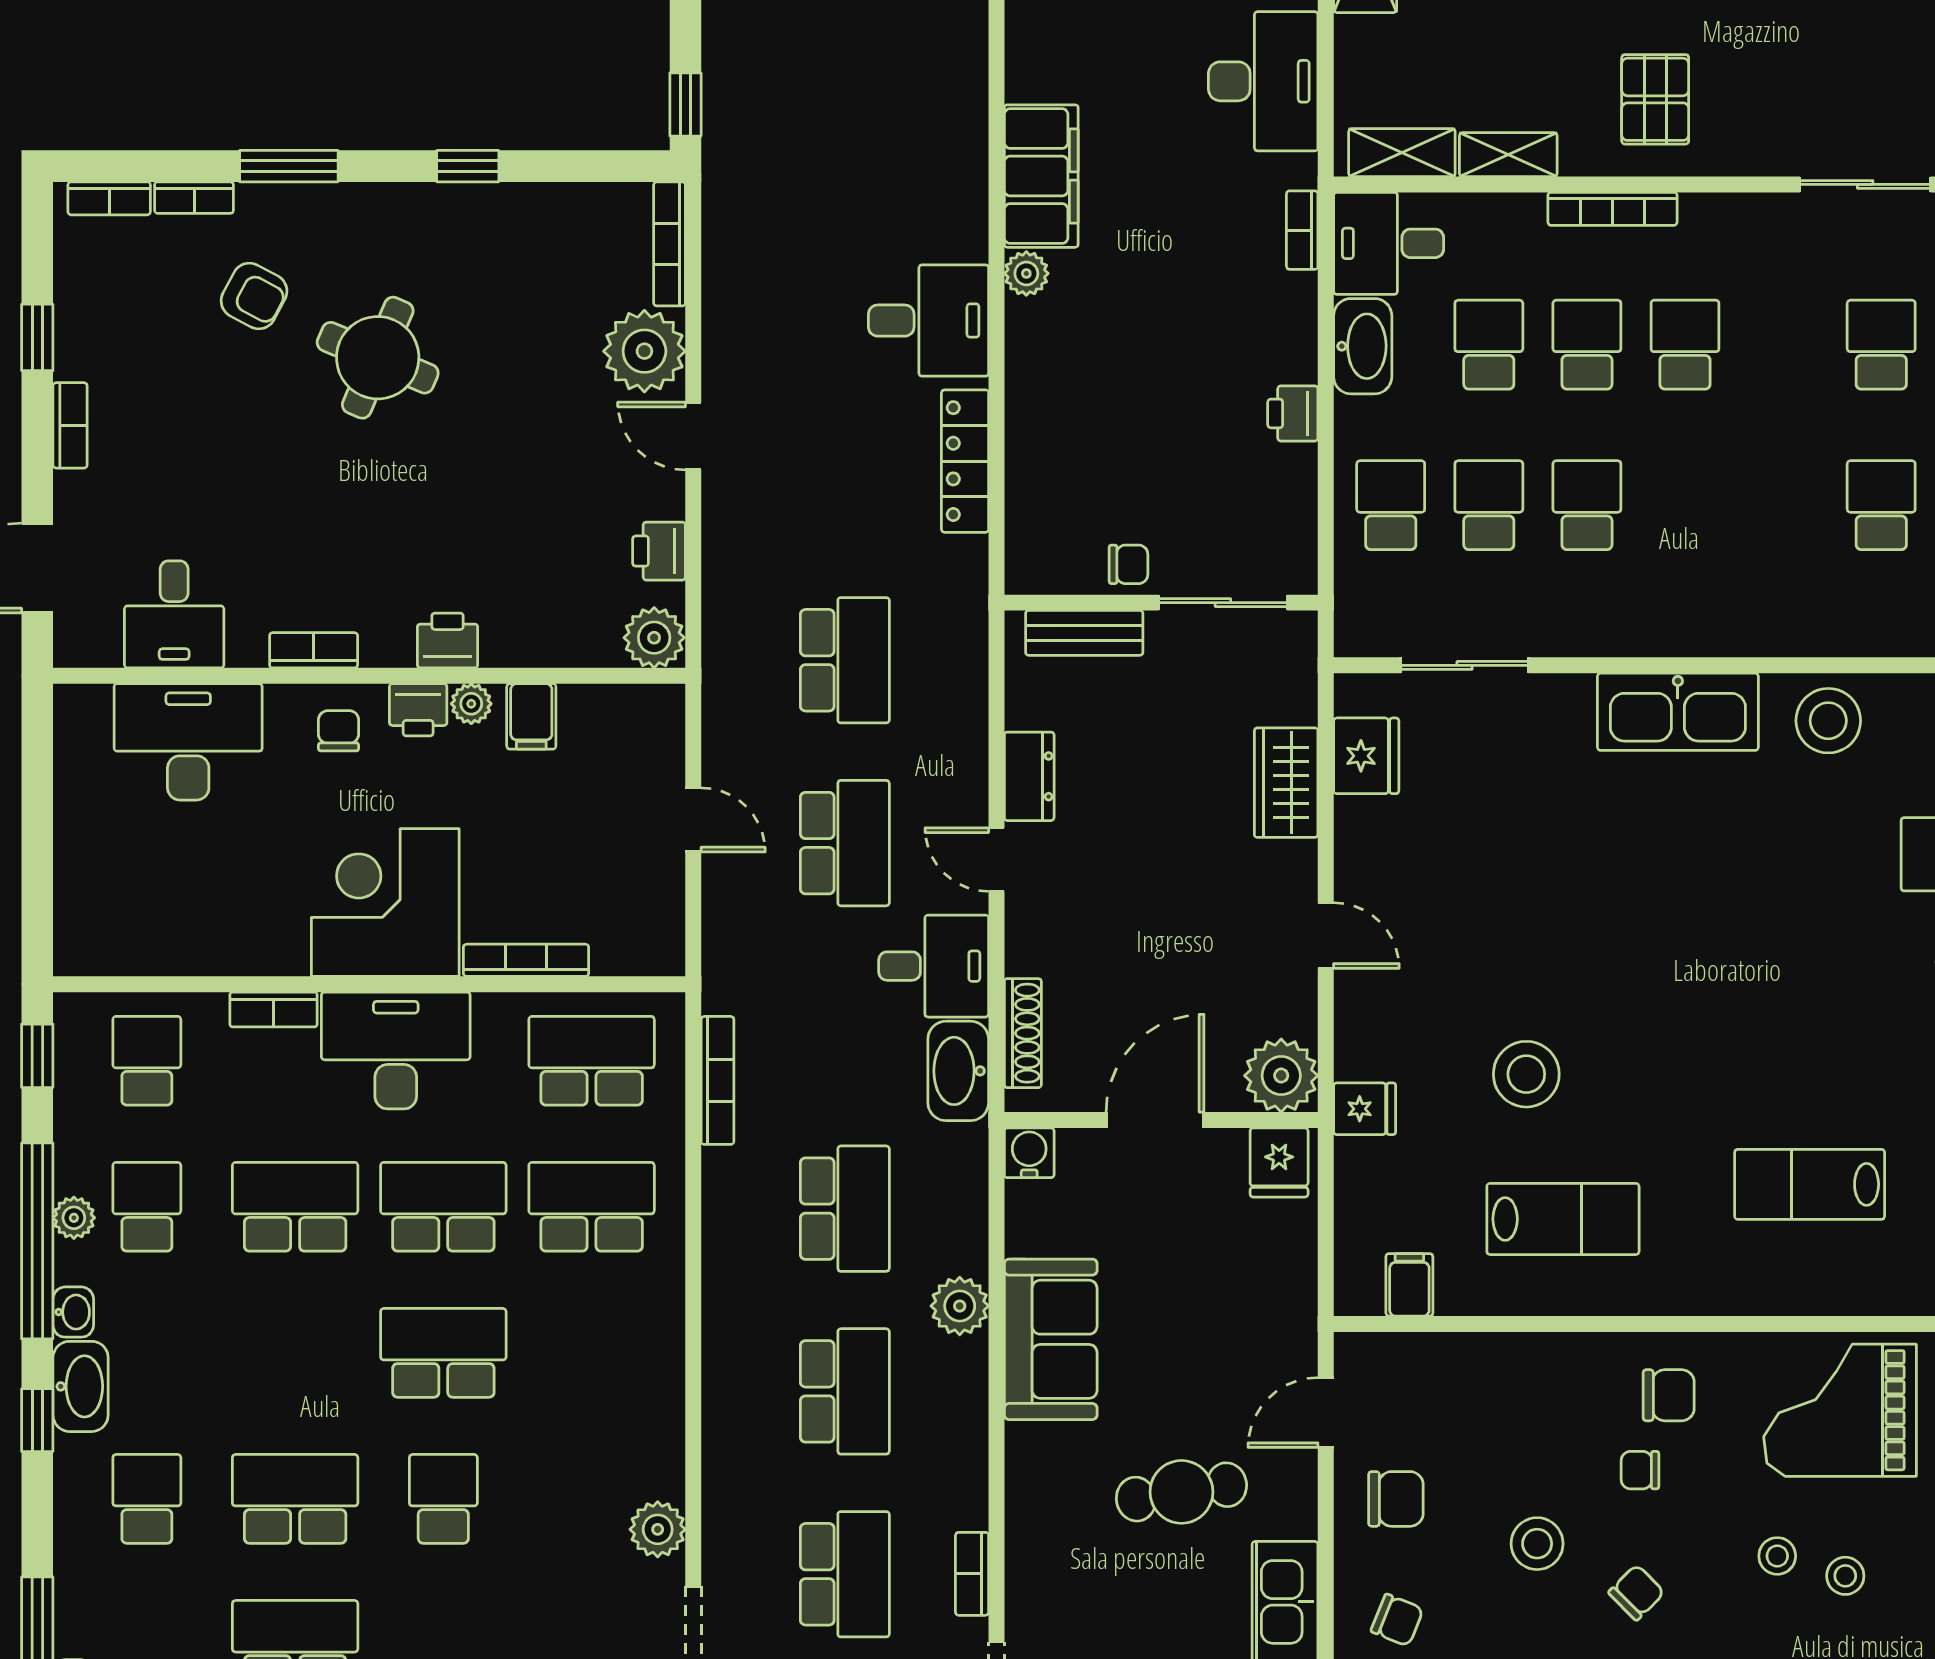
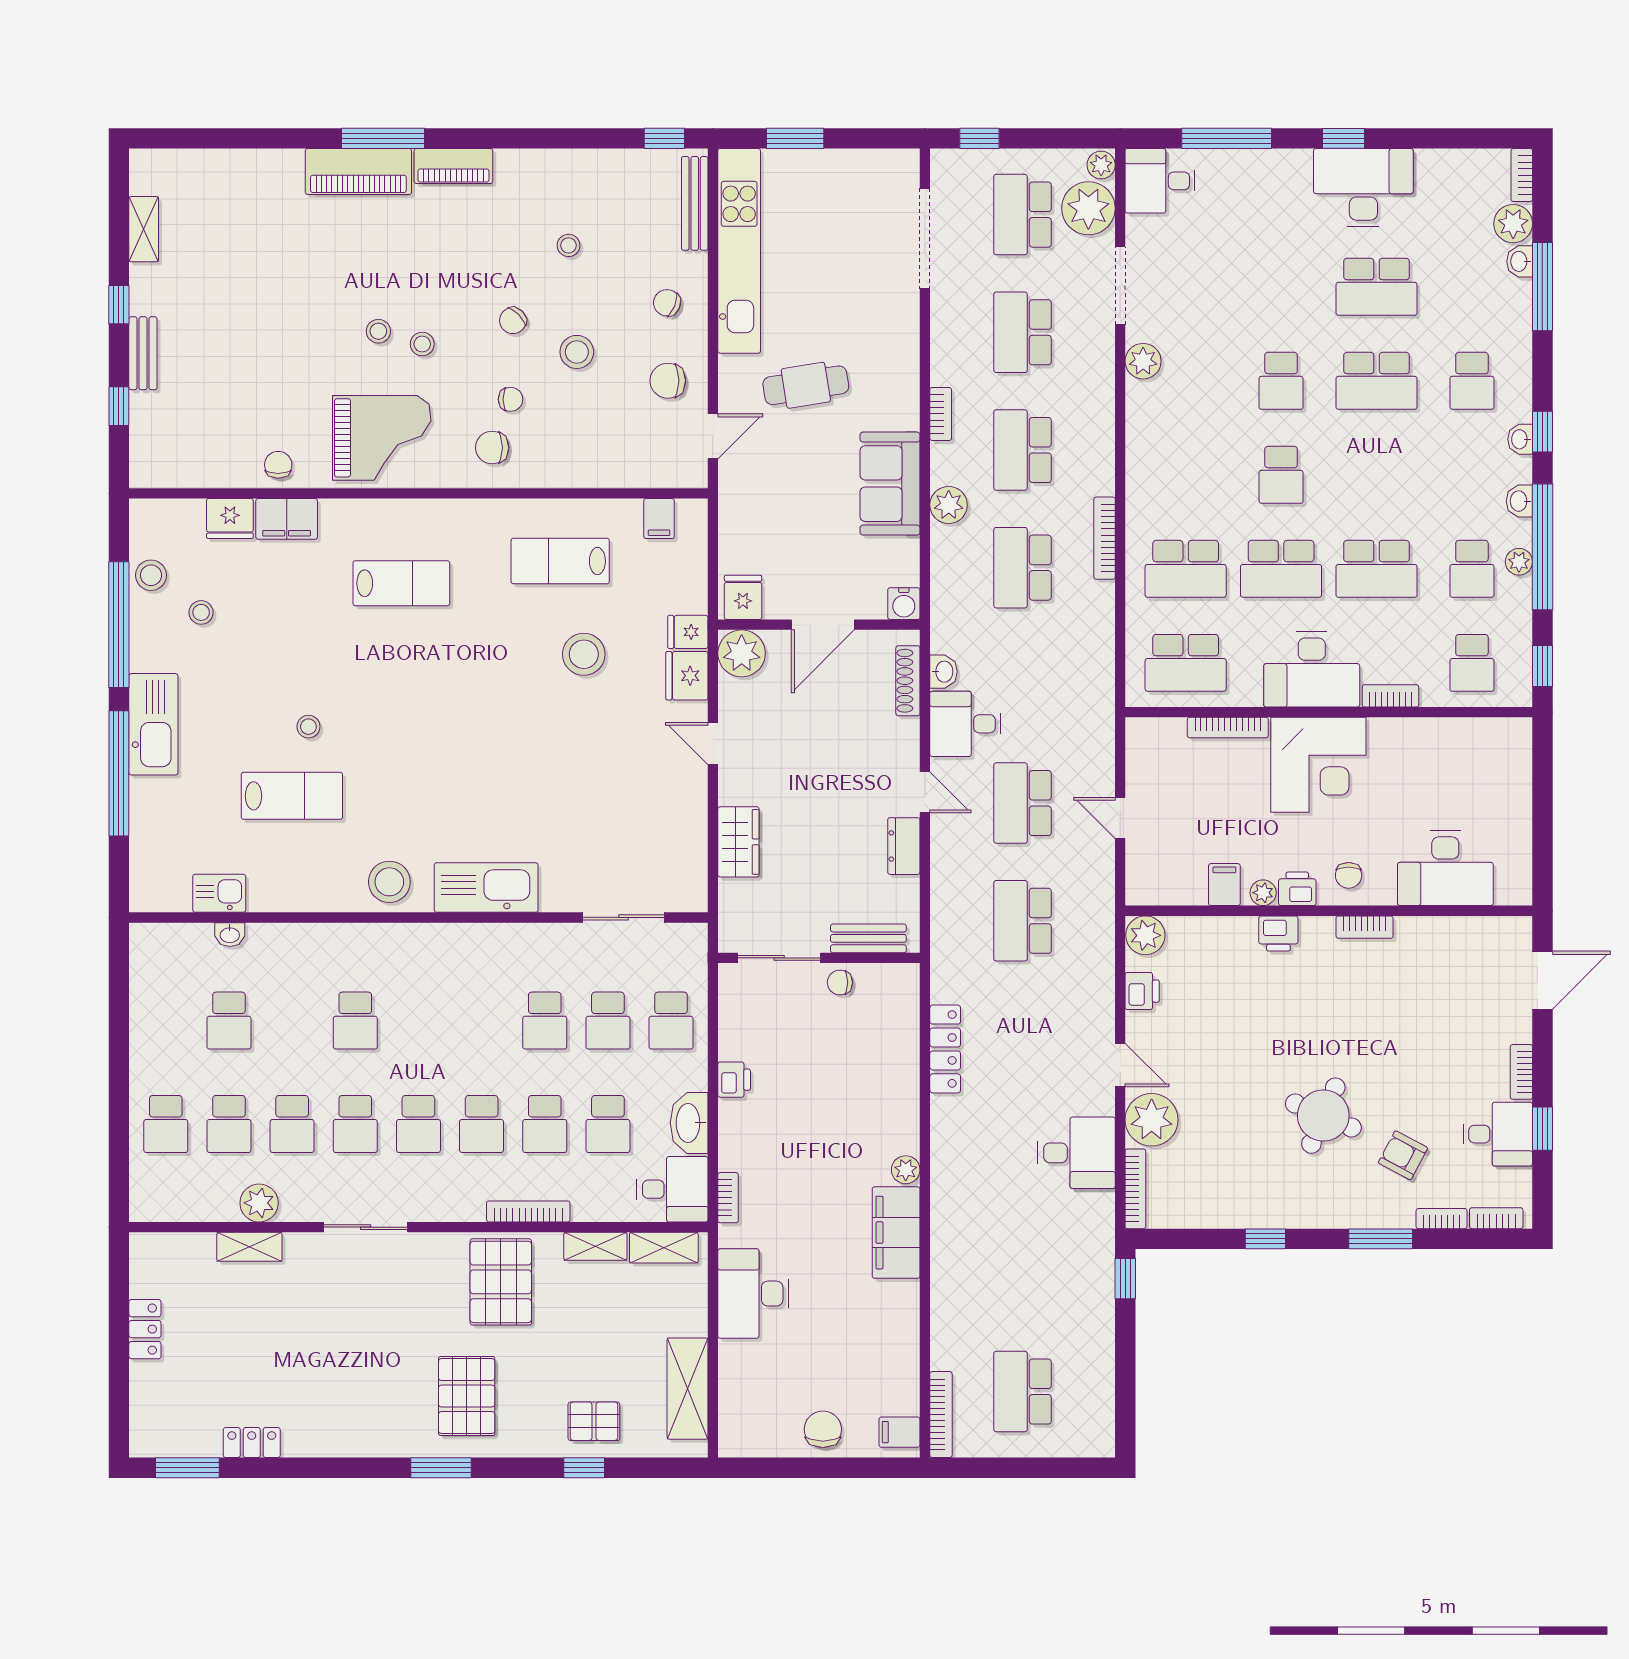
pallet: (1655, 99) -> (501, 1282), width x1.50, depth x1.42
desk: (929, 321) -> (1076, 1153), moved, turned 180
school desk: (1783, 345) -> (418, 1124), added
desk: (174, 614) -> (1498, 1134), moved, turned 90
fridge: (1366, 756) -> (687, 676), moved
washbasin: (958, 1071) -> (943, 672), width x0.52, depth x0.69
bookcase: (718, 1080) -> (1105, 538), moved
school desk: (443, 1353) -> (1281, 475), width x0.54
washbasin: (81, 1386) -> (1520, 439), width x0.52, depth x0.69
bookcase: (972, 1574) -> (941, 414), moved

